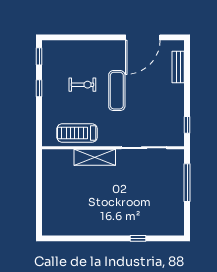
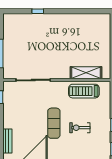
treadmill: (77, 133) -> (84, 91), turned 180
shelving: (95, 157) -> (86, 73), moved

